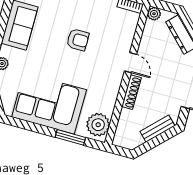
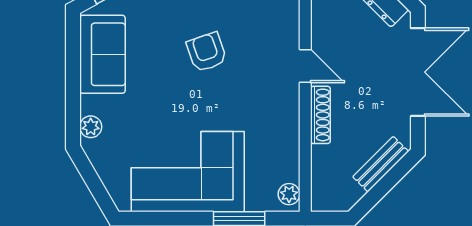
armchair: (78, 40) -> (207, 52), turned -109
plant: (98, 125) -> (289, 194), width x0.53, depth x0.53

